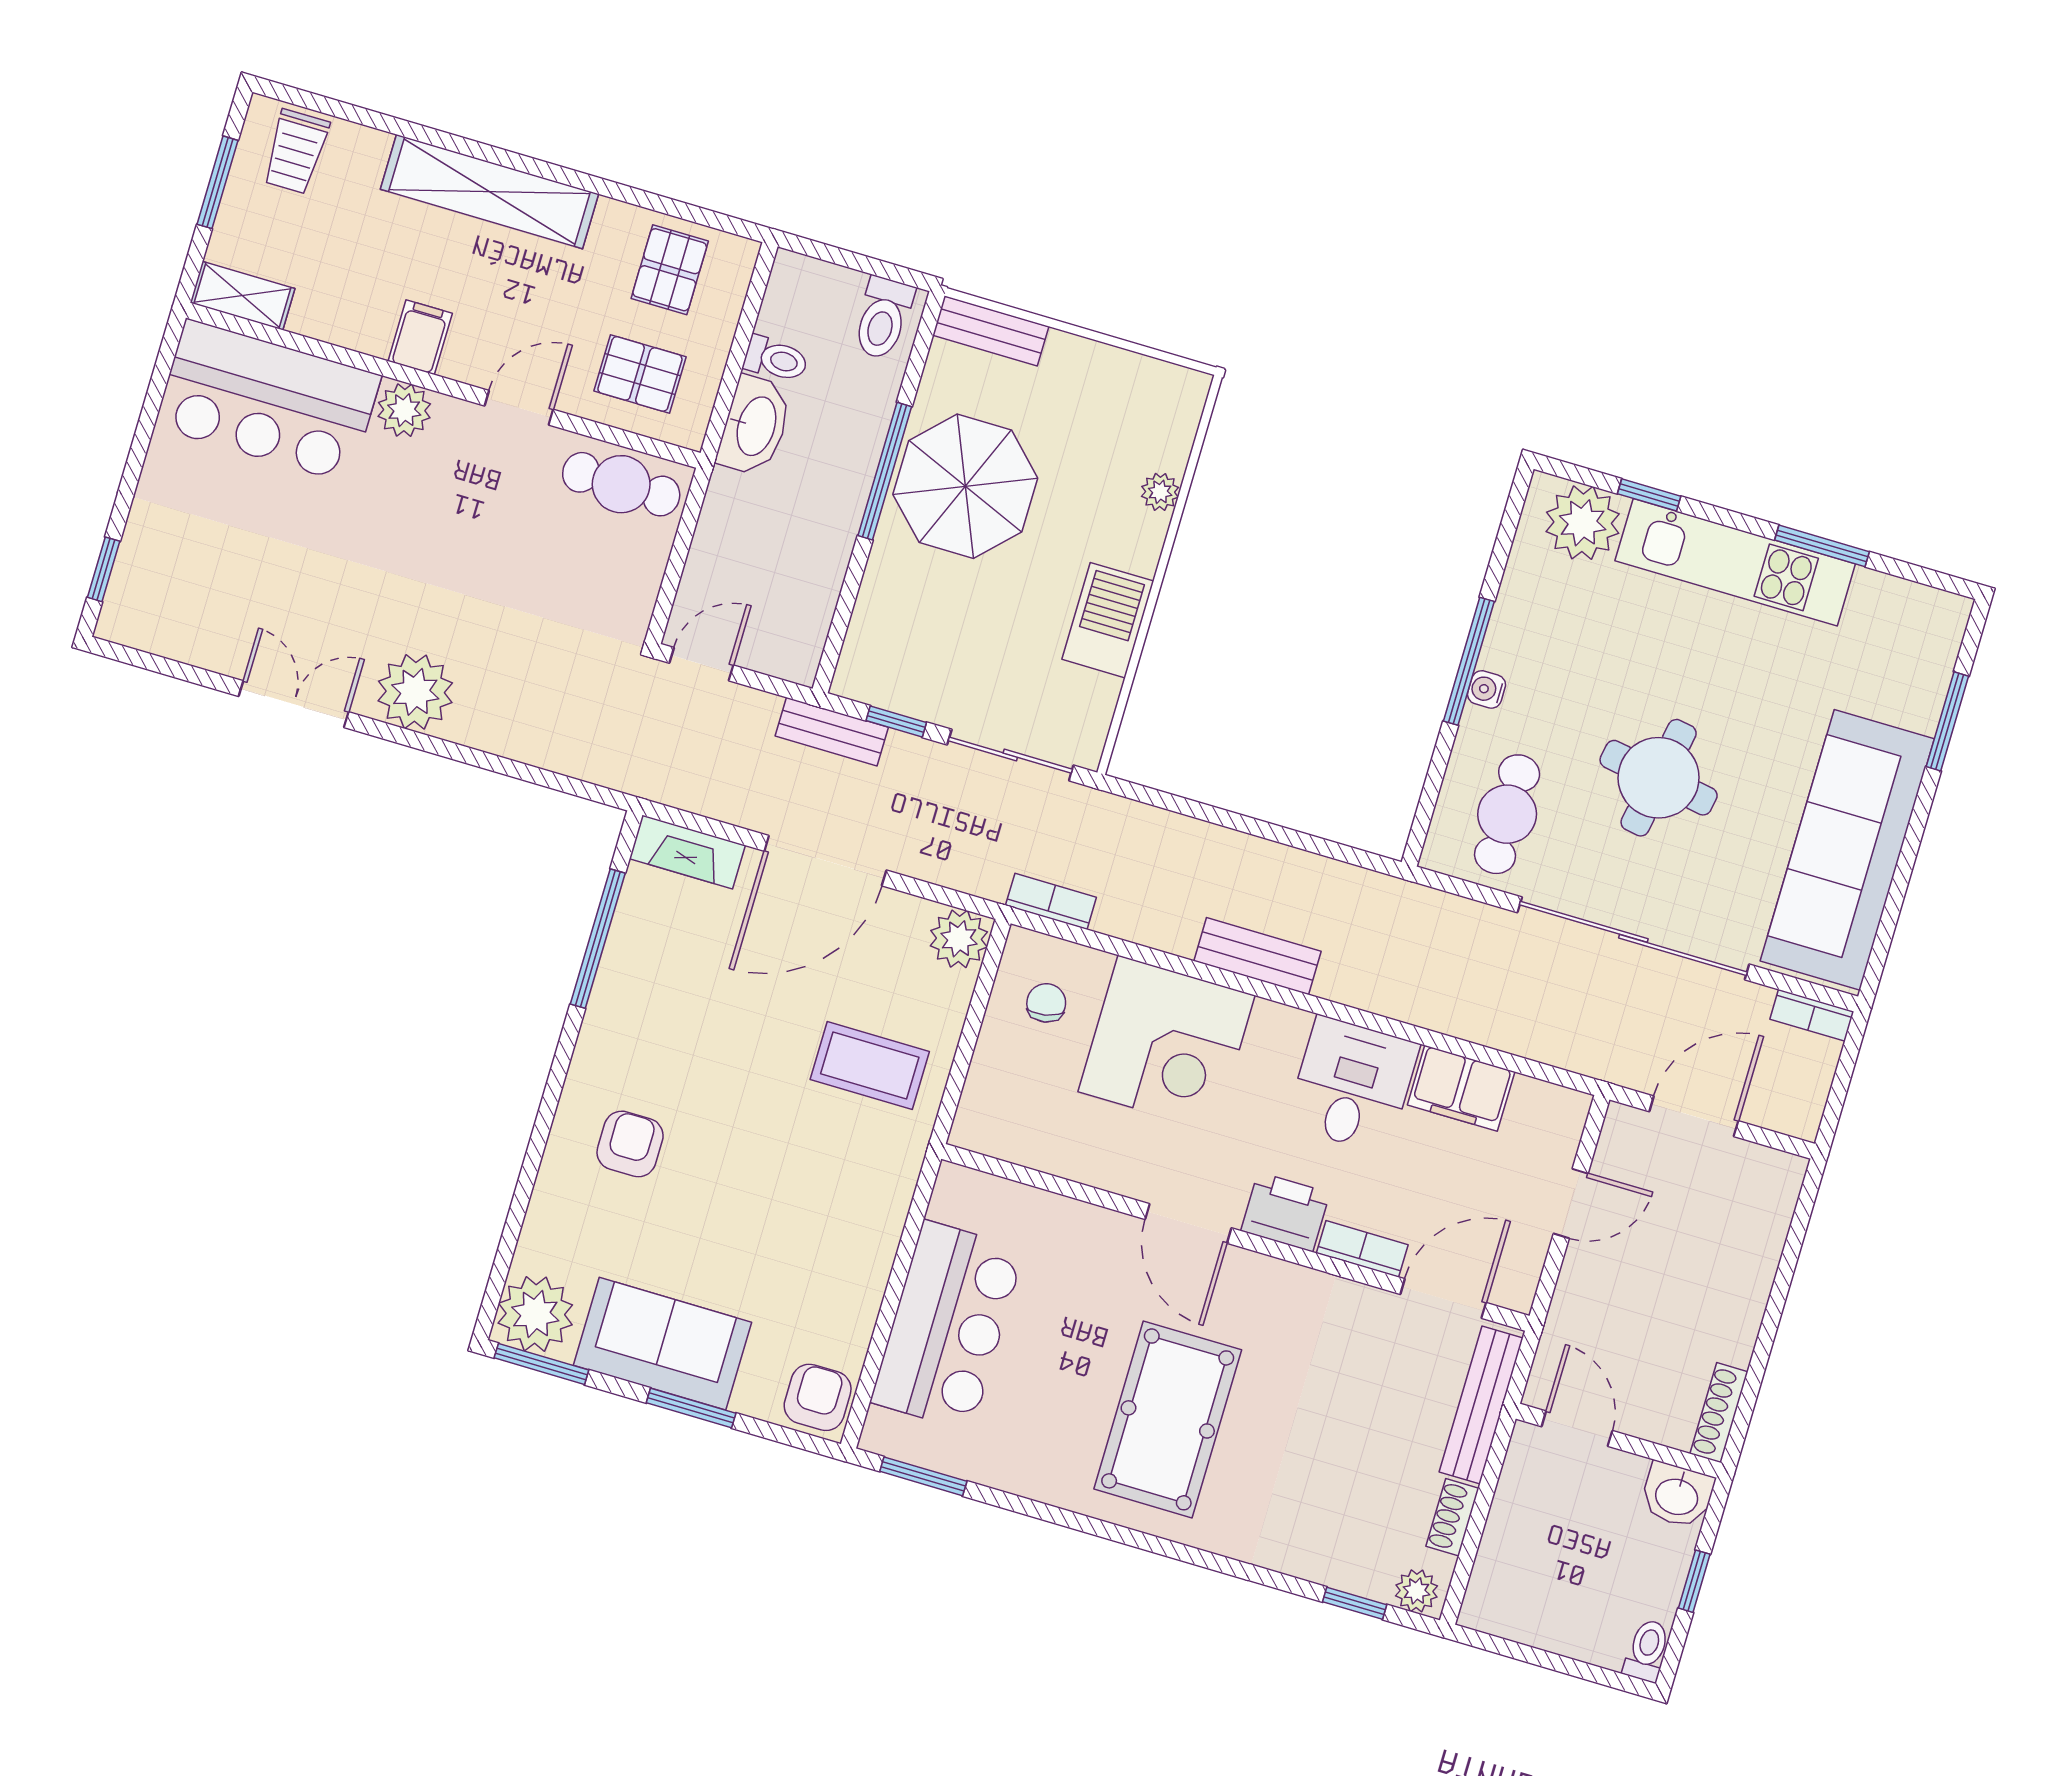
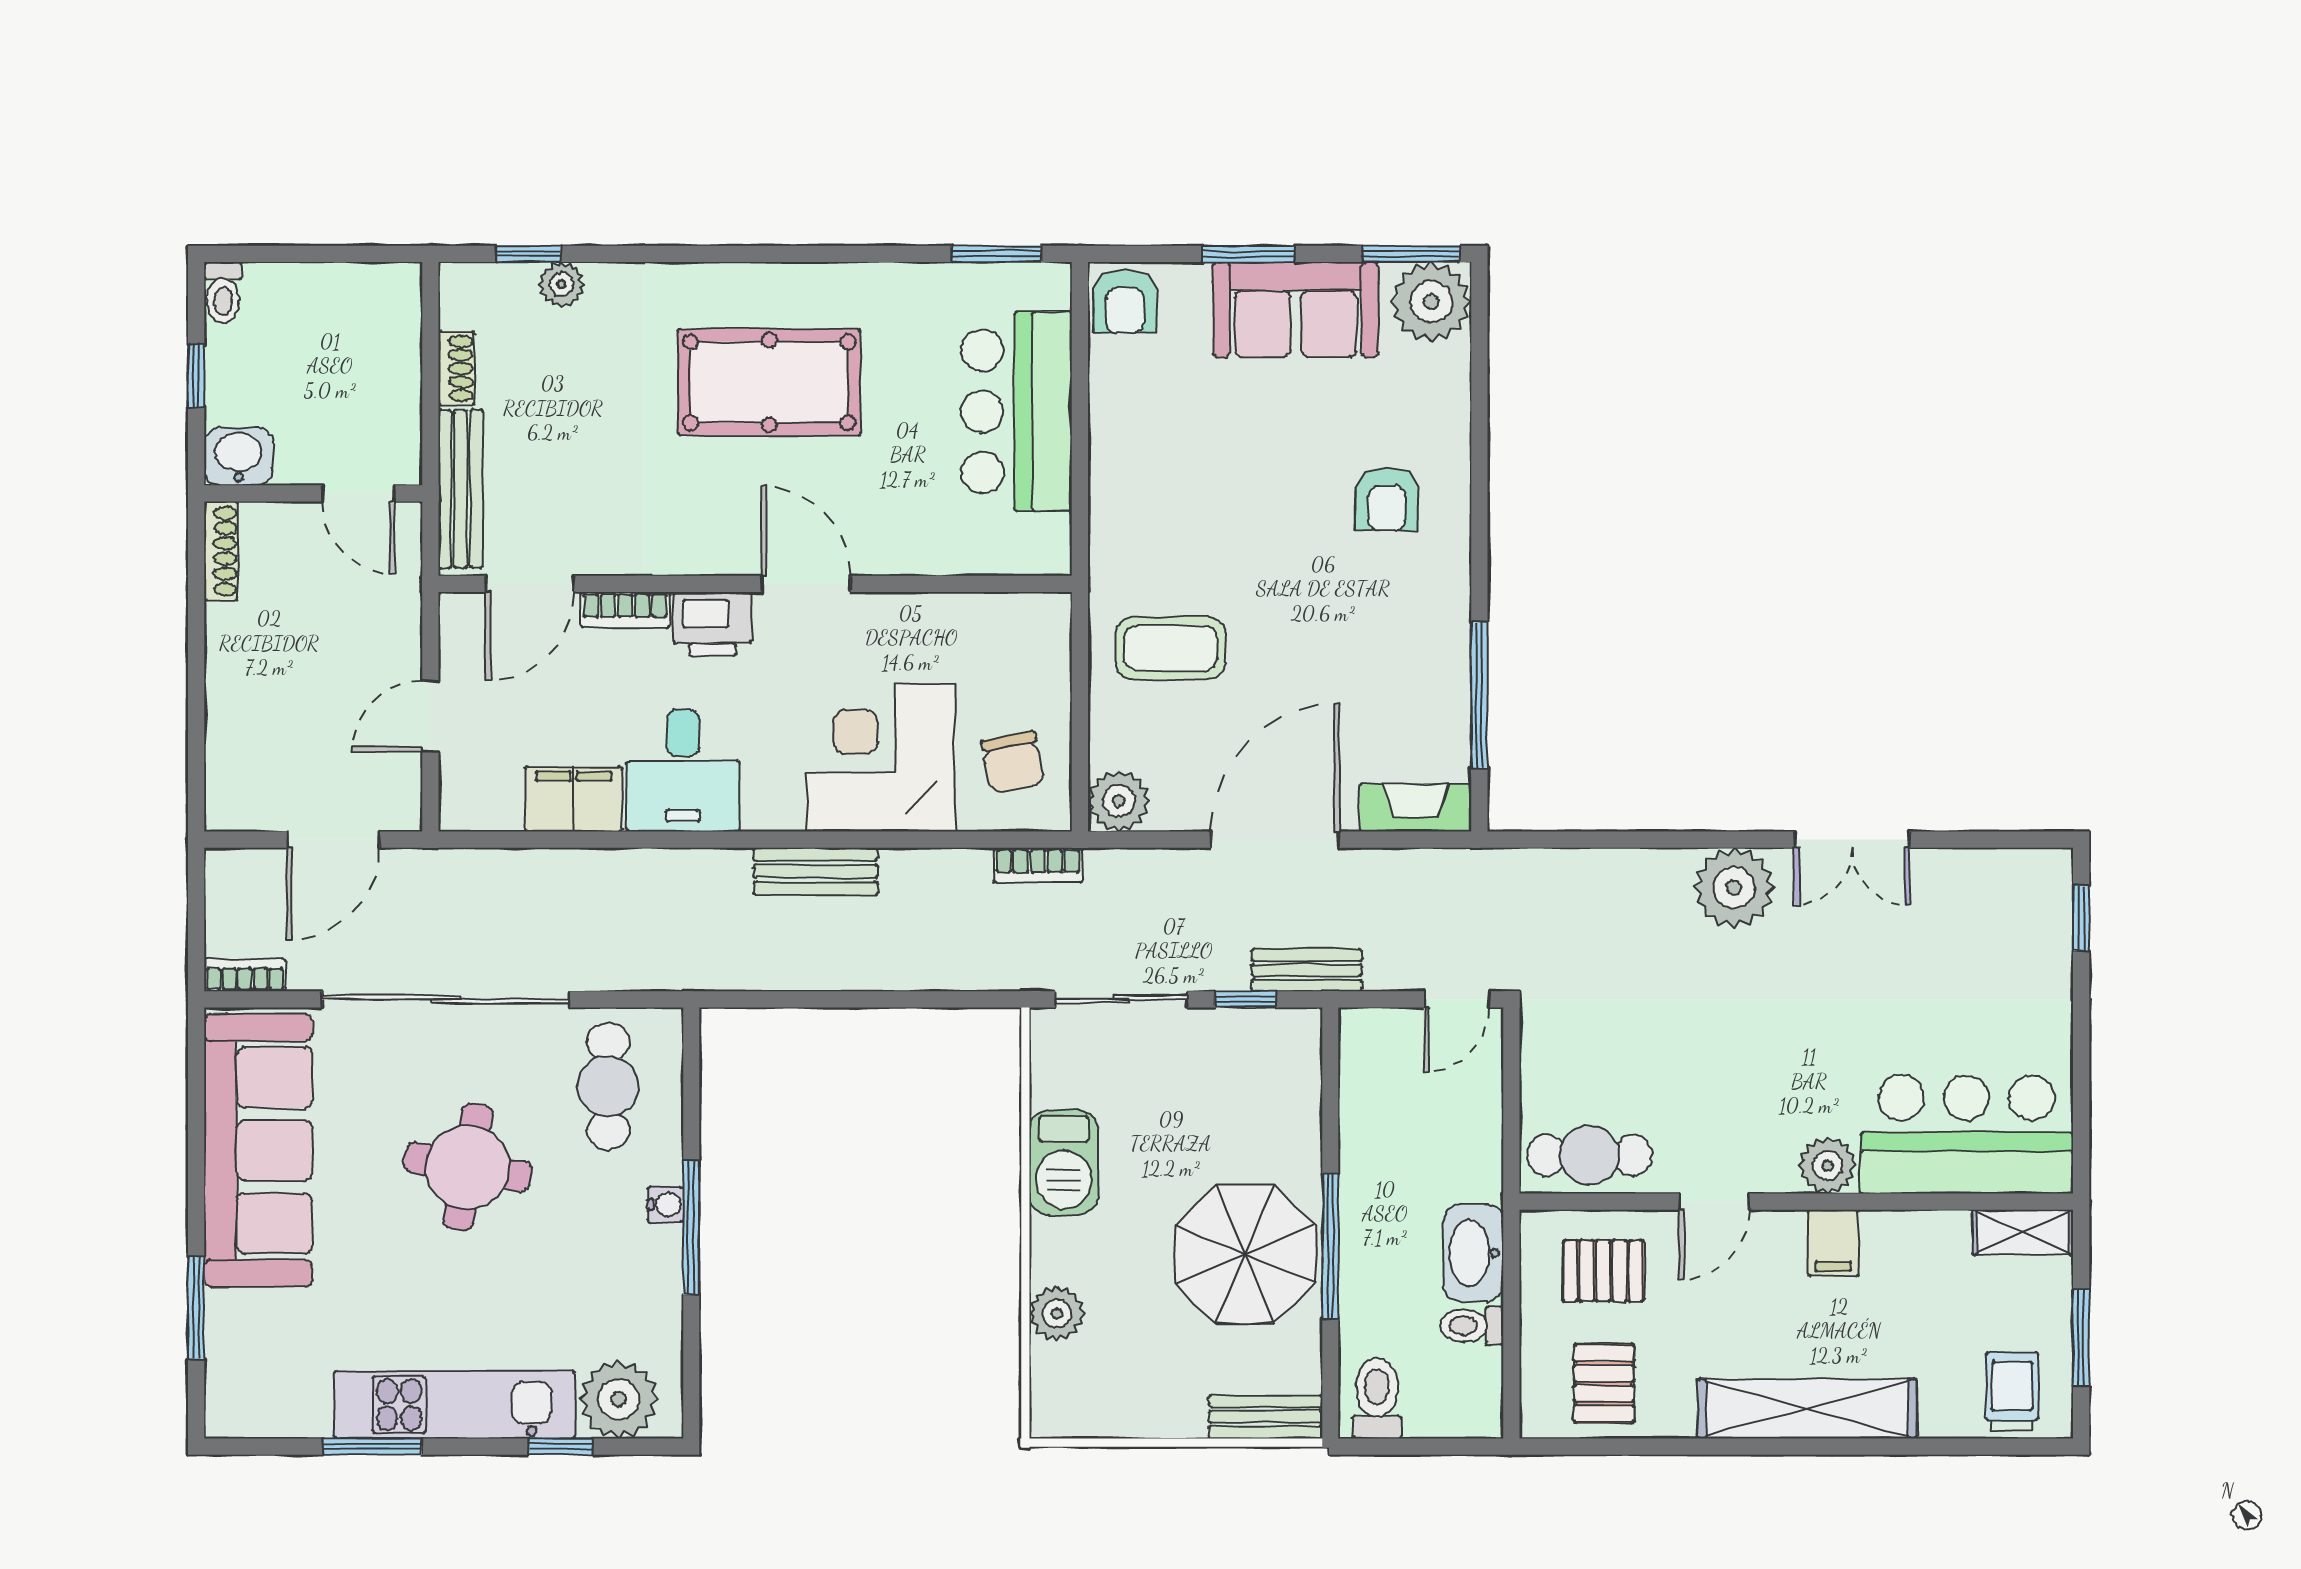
plant: (1160, 492) -> (1057, 1313), width x1.38, depth x1.38
chair: (1046, 1003) -> (1013, 762), width x1.37, depth x1.37
pool table: (1168, 1419) -> (769, 382), turned 90
plant: (1416, 1591) -> (561, 284), moved

